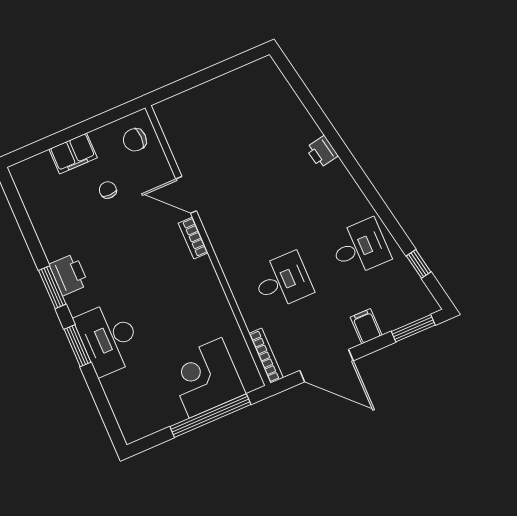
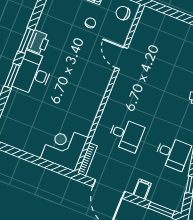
bookcase: (193, 238) -> (106, 79), removed
desk: (109, 338) -> (33, 73), moved
corner desk: (206, 378) -> (64, 148), moved
window: (210, 416) -> (39, 161), removed

